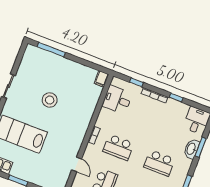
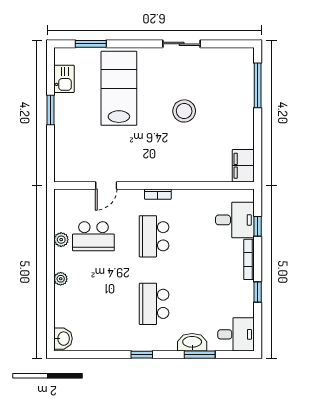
filing cabinet: (101, 79) -> (243, 166), width x2.00
desk: (117, 100) -> (235, 220), moved, turned 90

